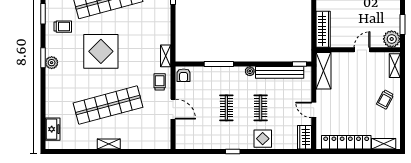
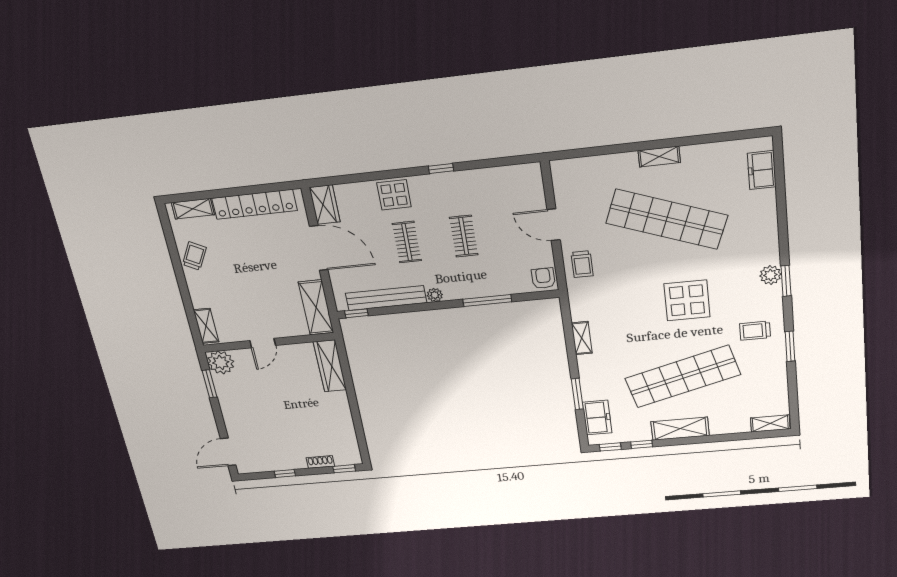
display table: (101, 51) -> (687, 300), width x0.73, depth x0.73
shelving: (166, 56) -> (582, 338), moved
trolley: (385, 99) -> (194, 256), moved
shop shelf: (108, 105) -> (667, 219), turned 36
door: (314, 110) -> (319, 248), width x1.87

